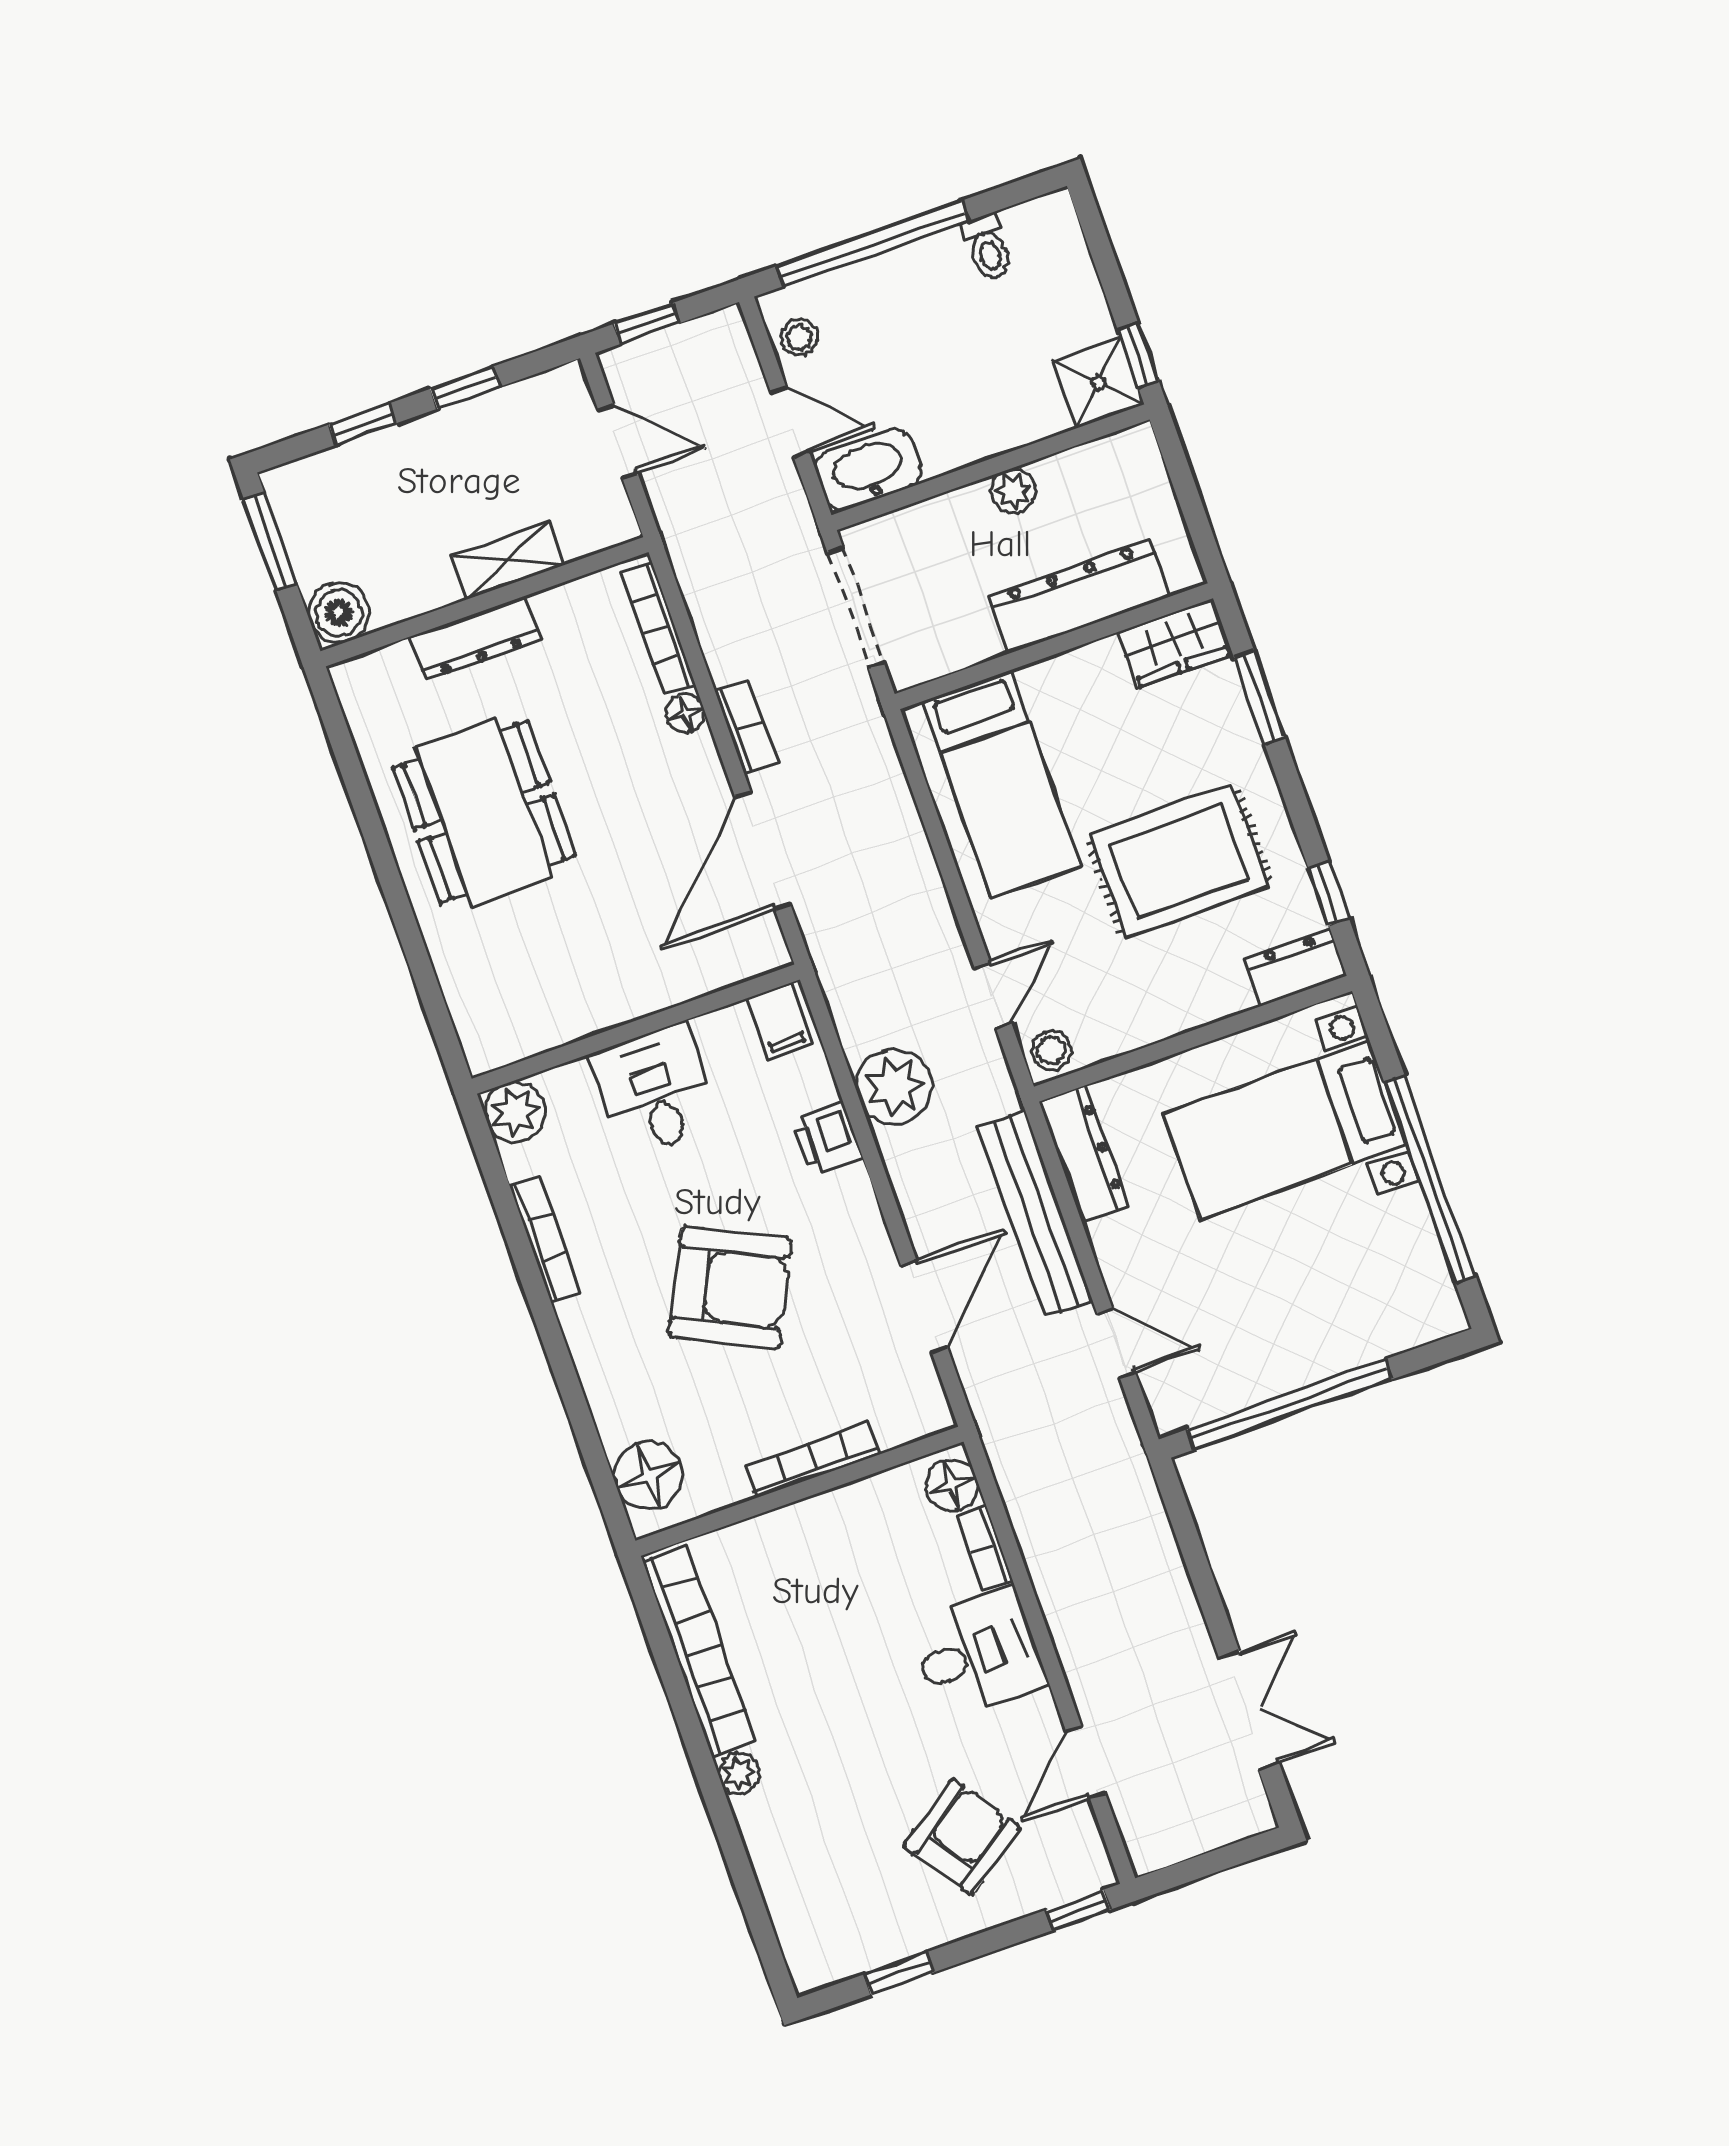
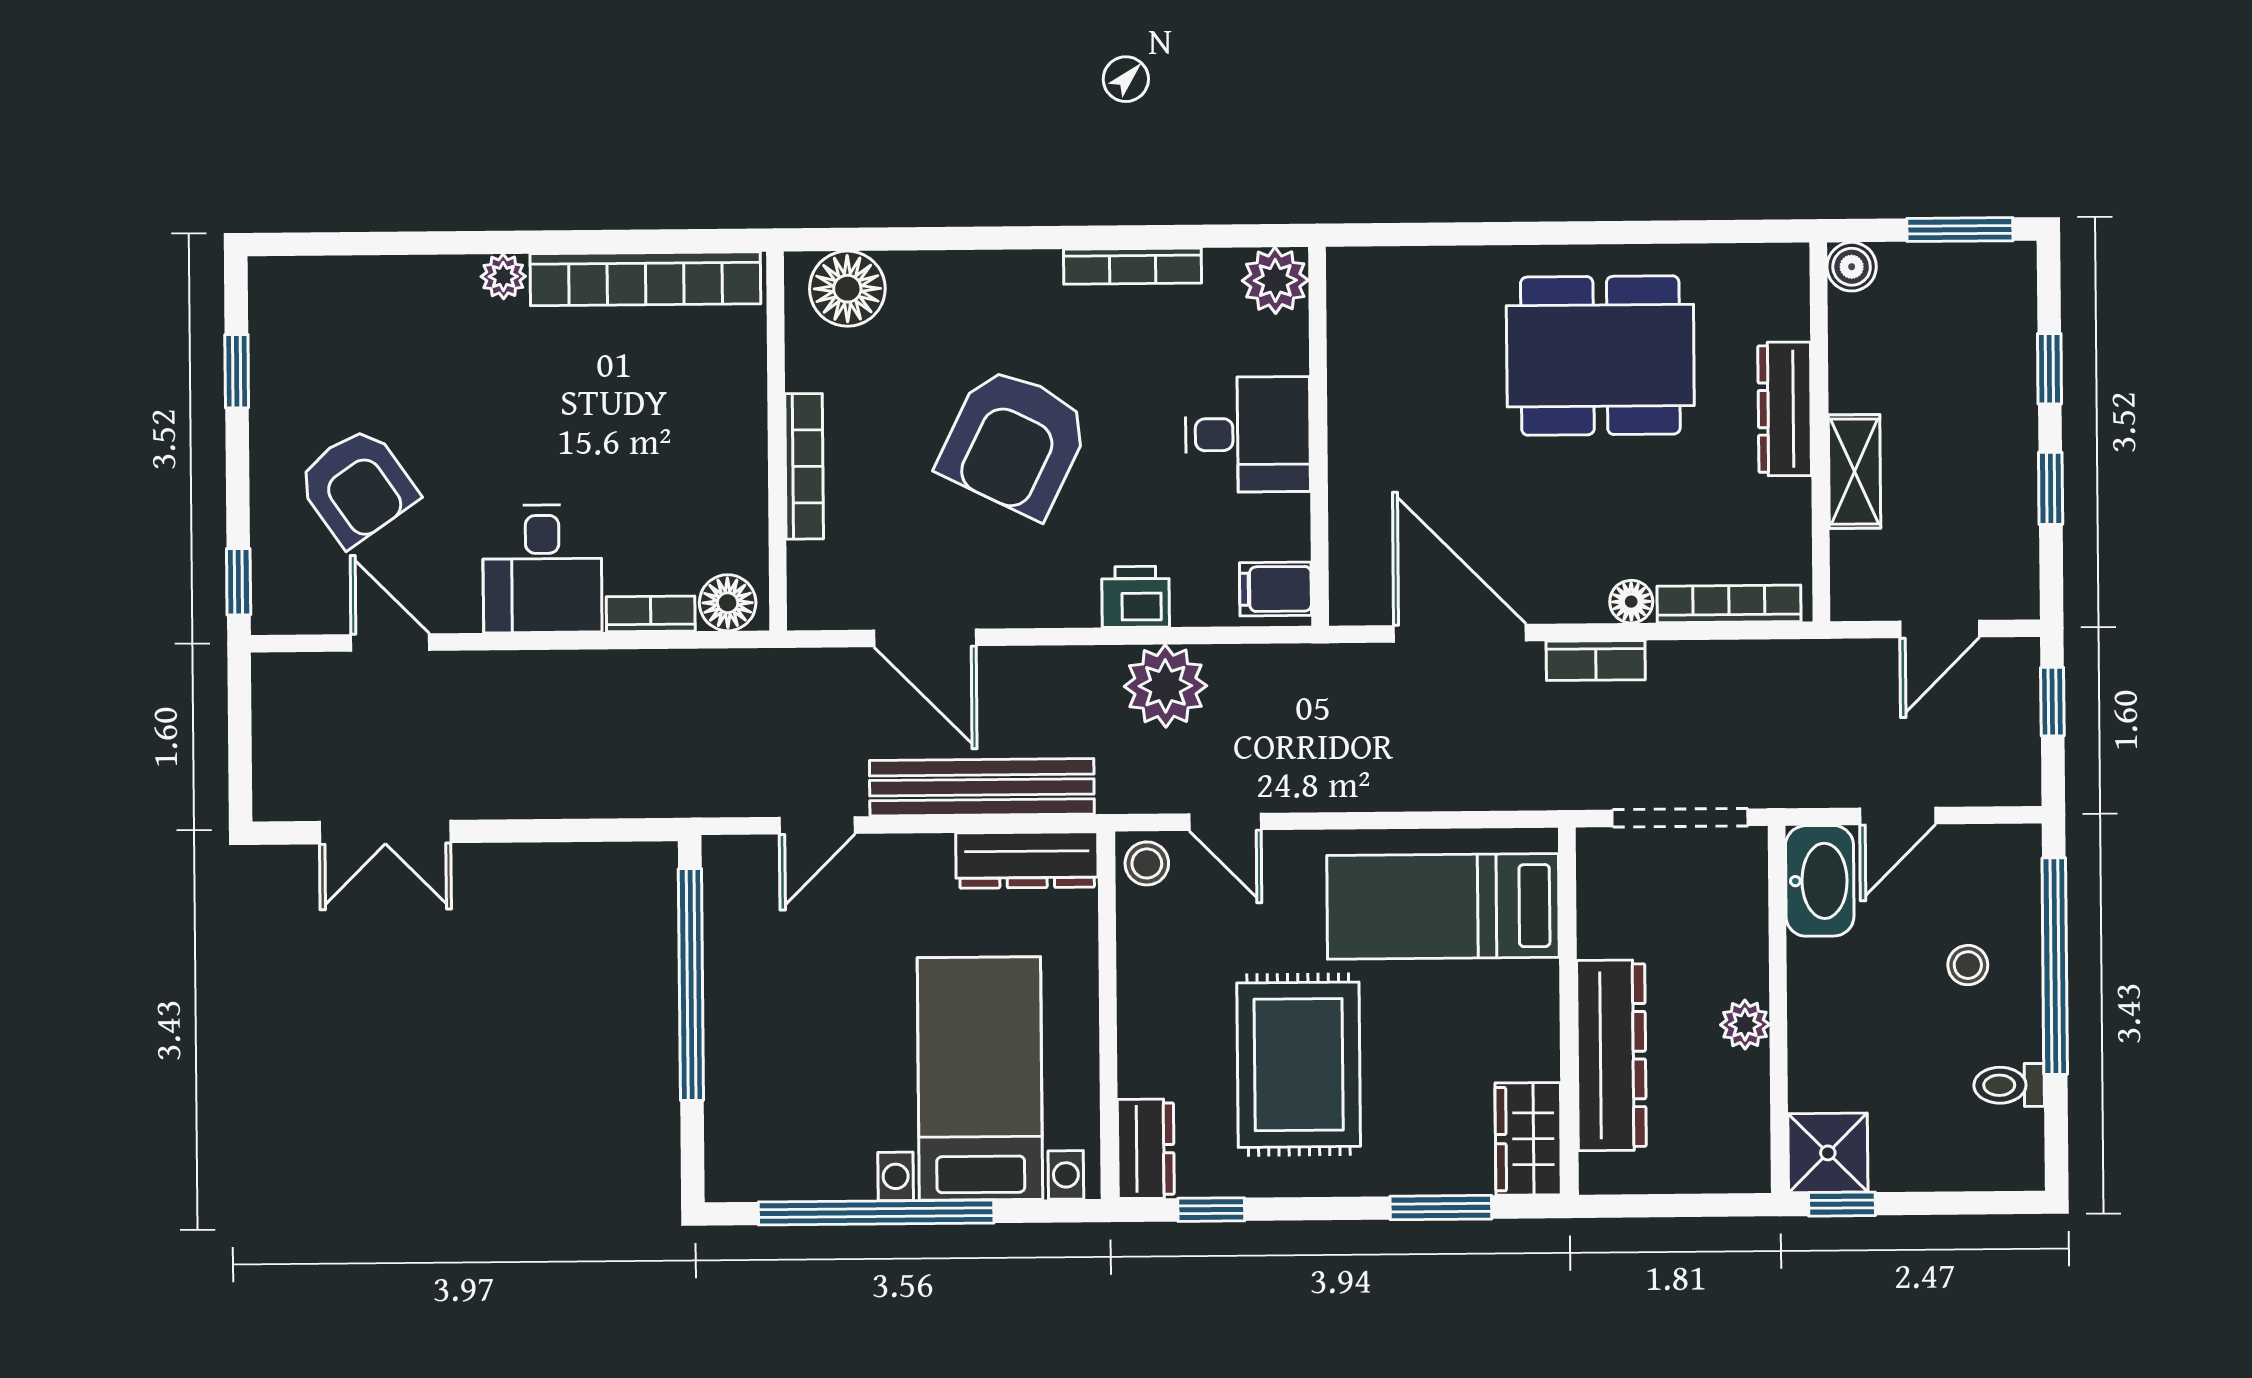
stool: (799, 337) -> (1968, 965), moved
boiler: (339, 613) -> (1852, 267), width x0.73, depth x0.73

